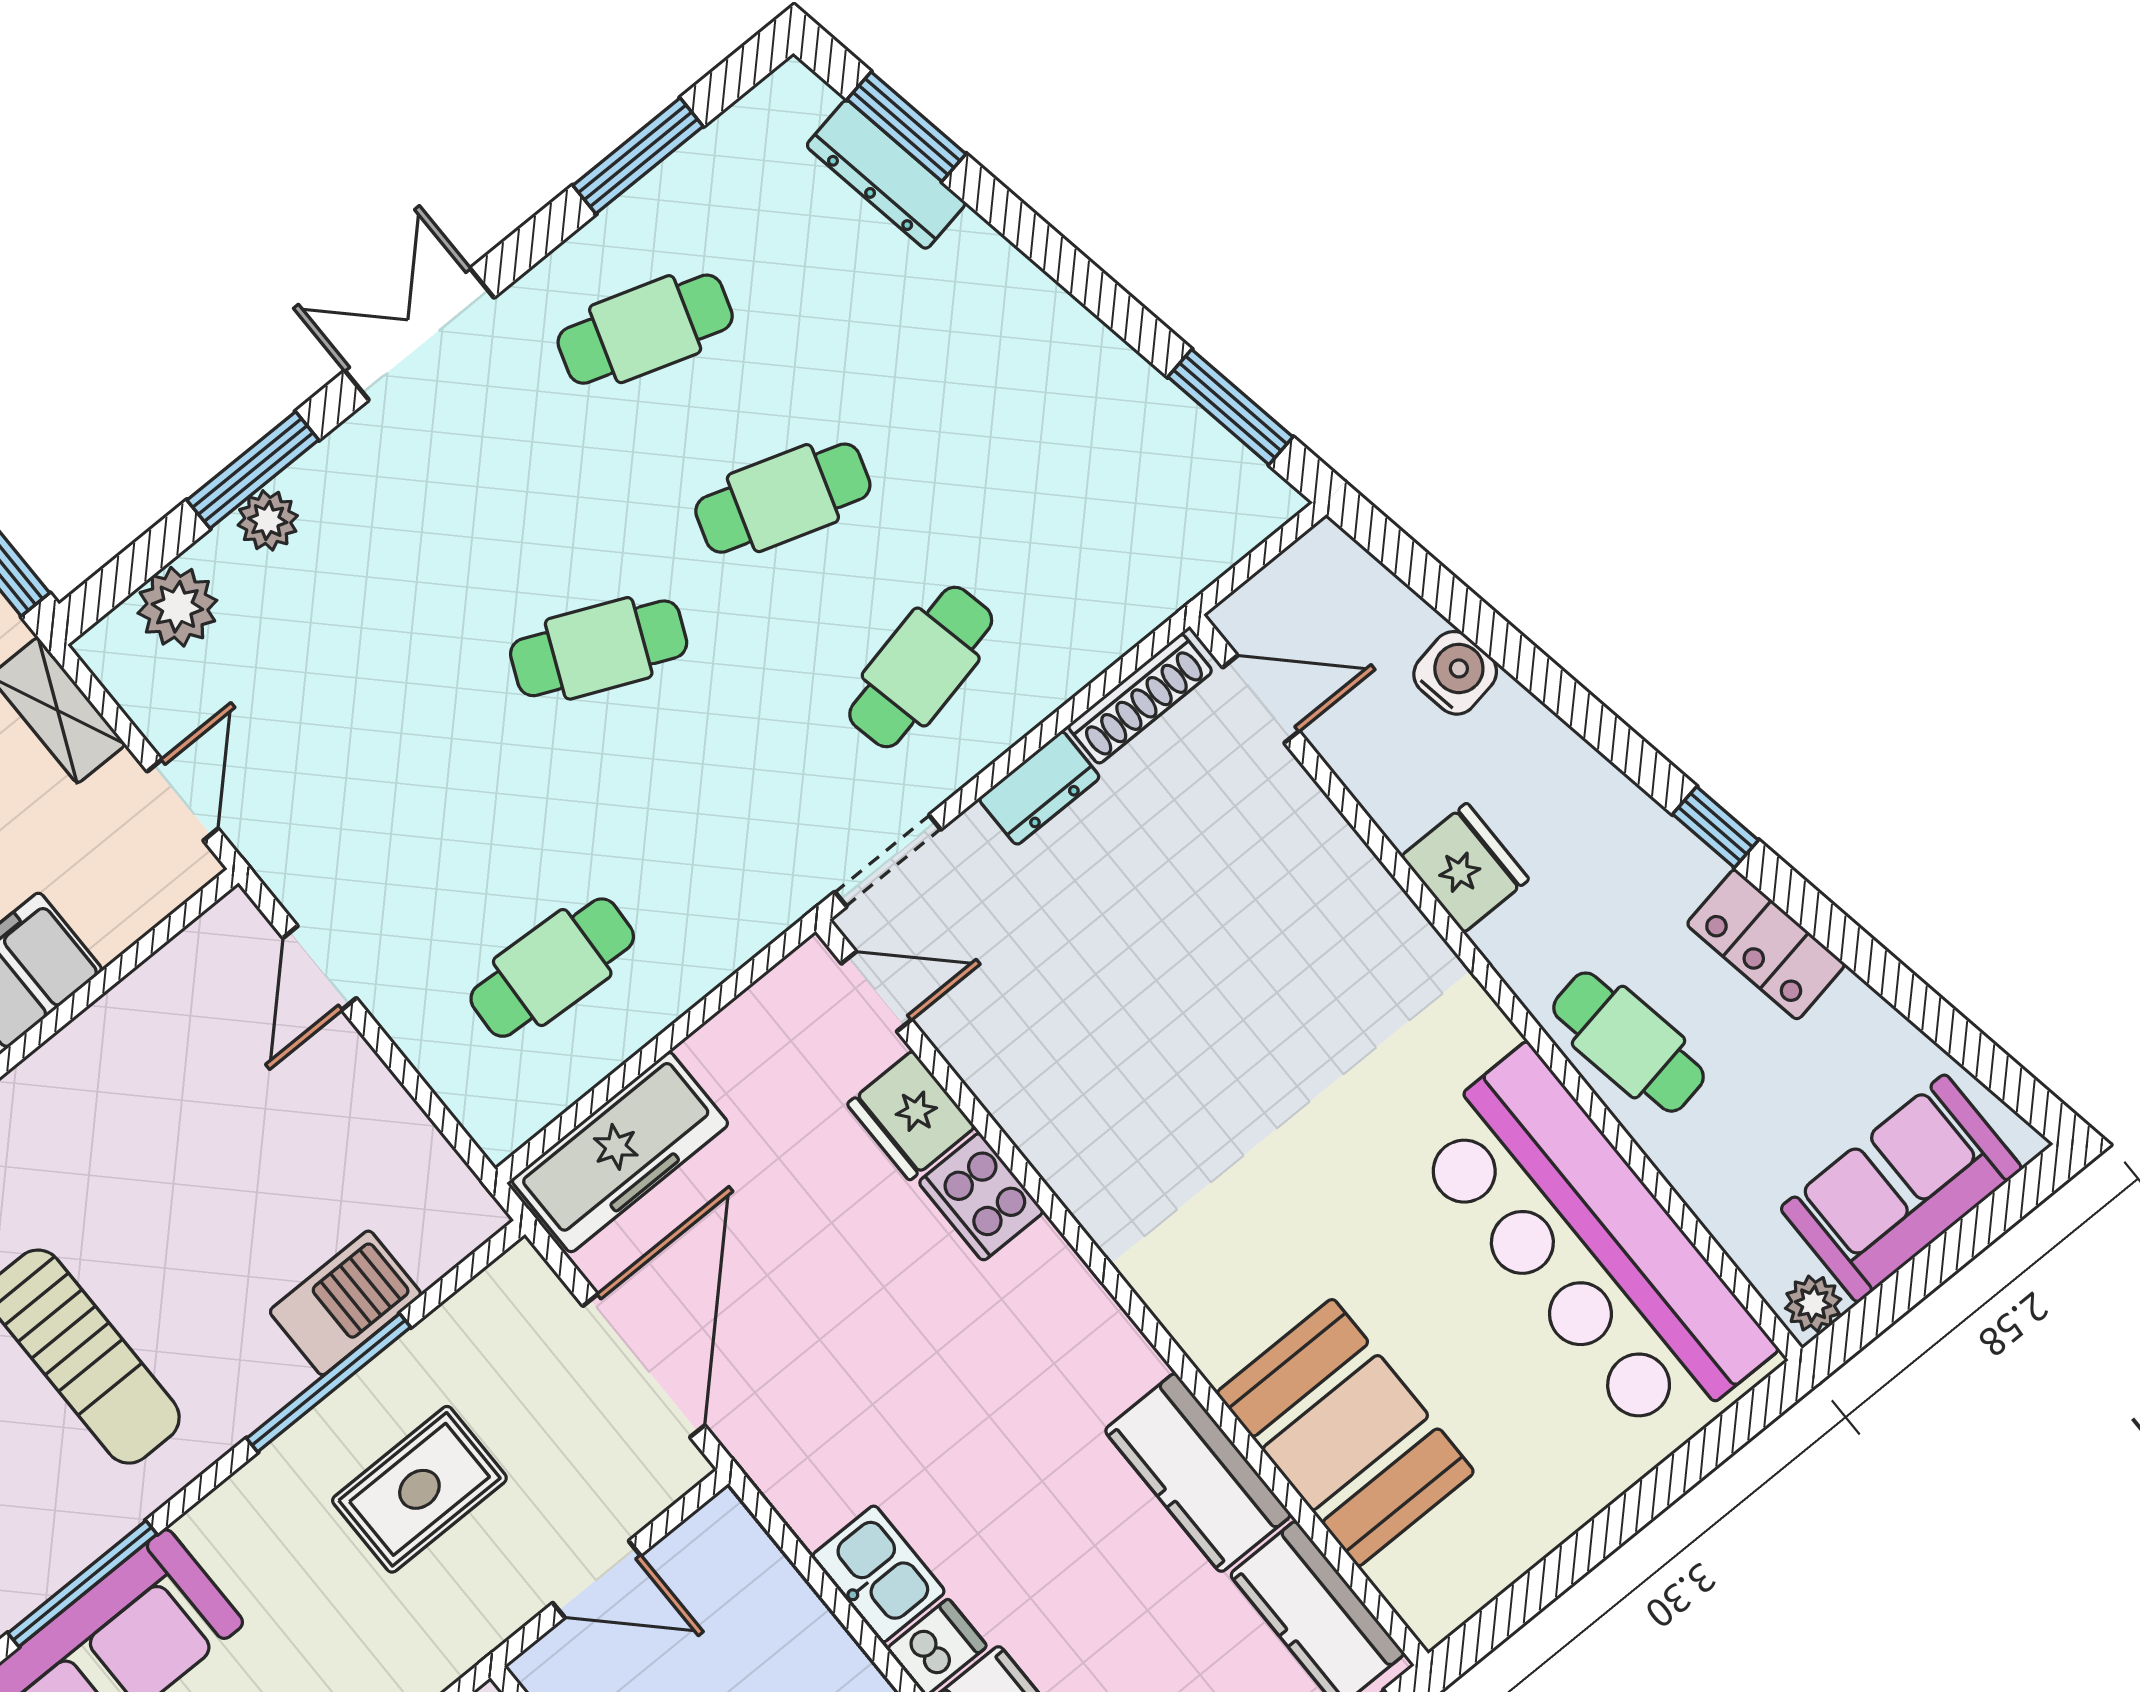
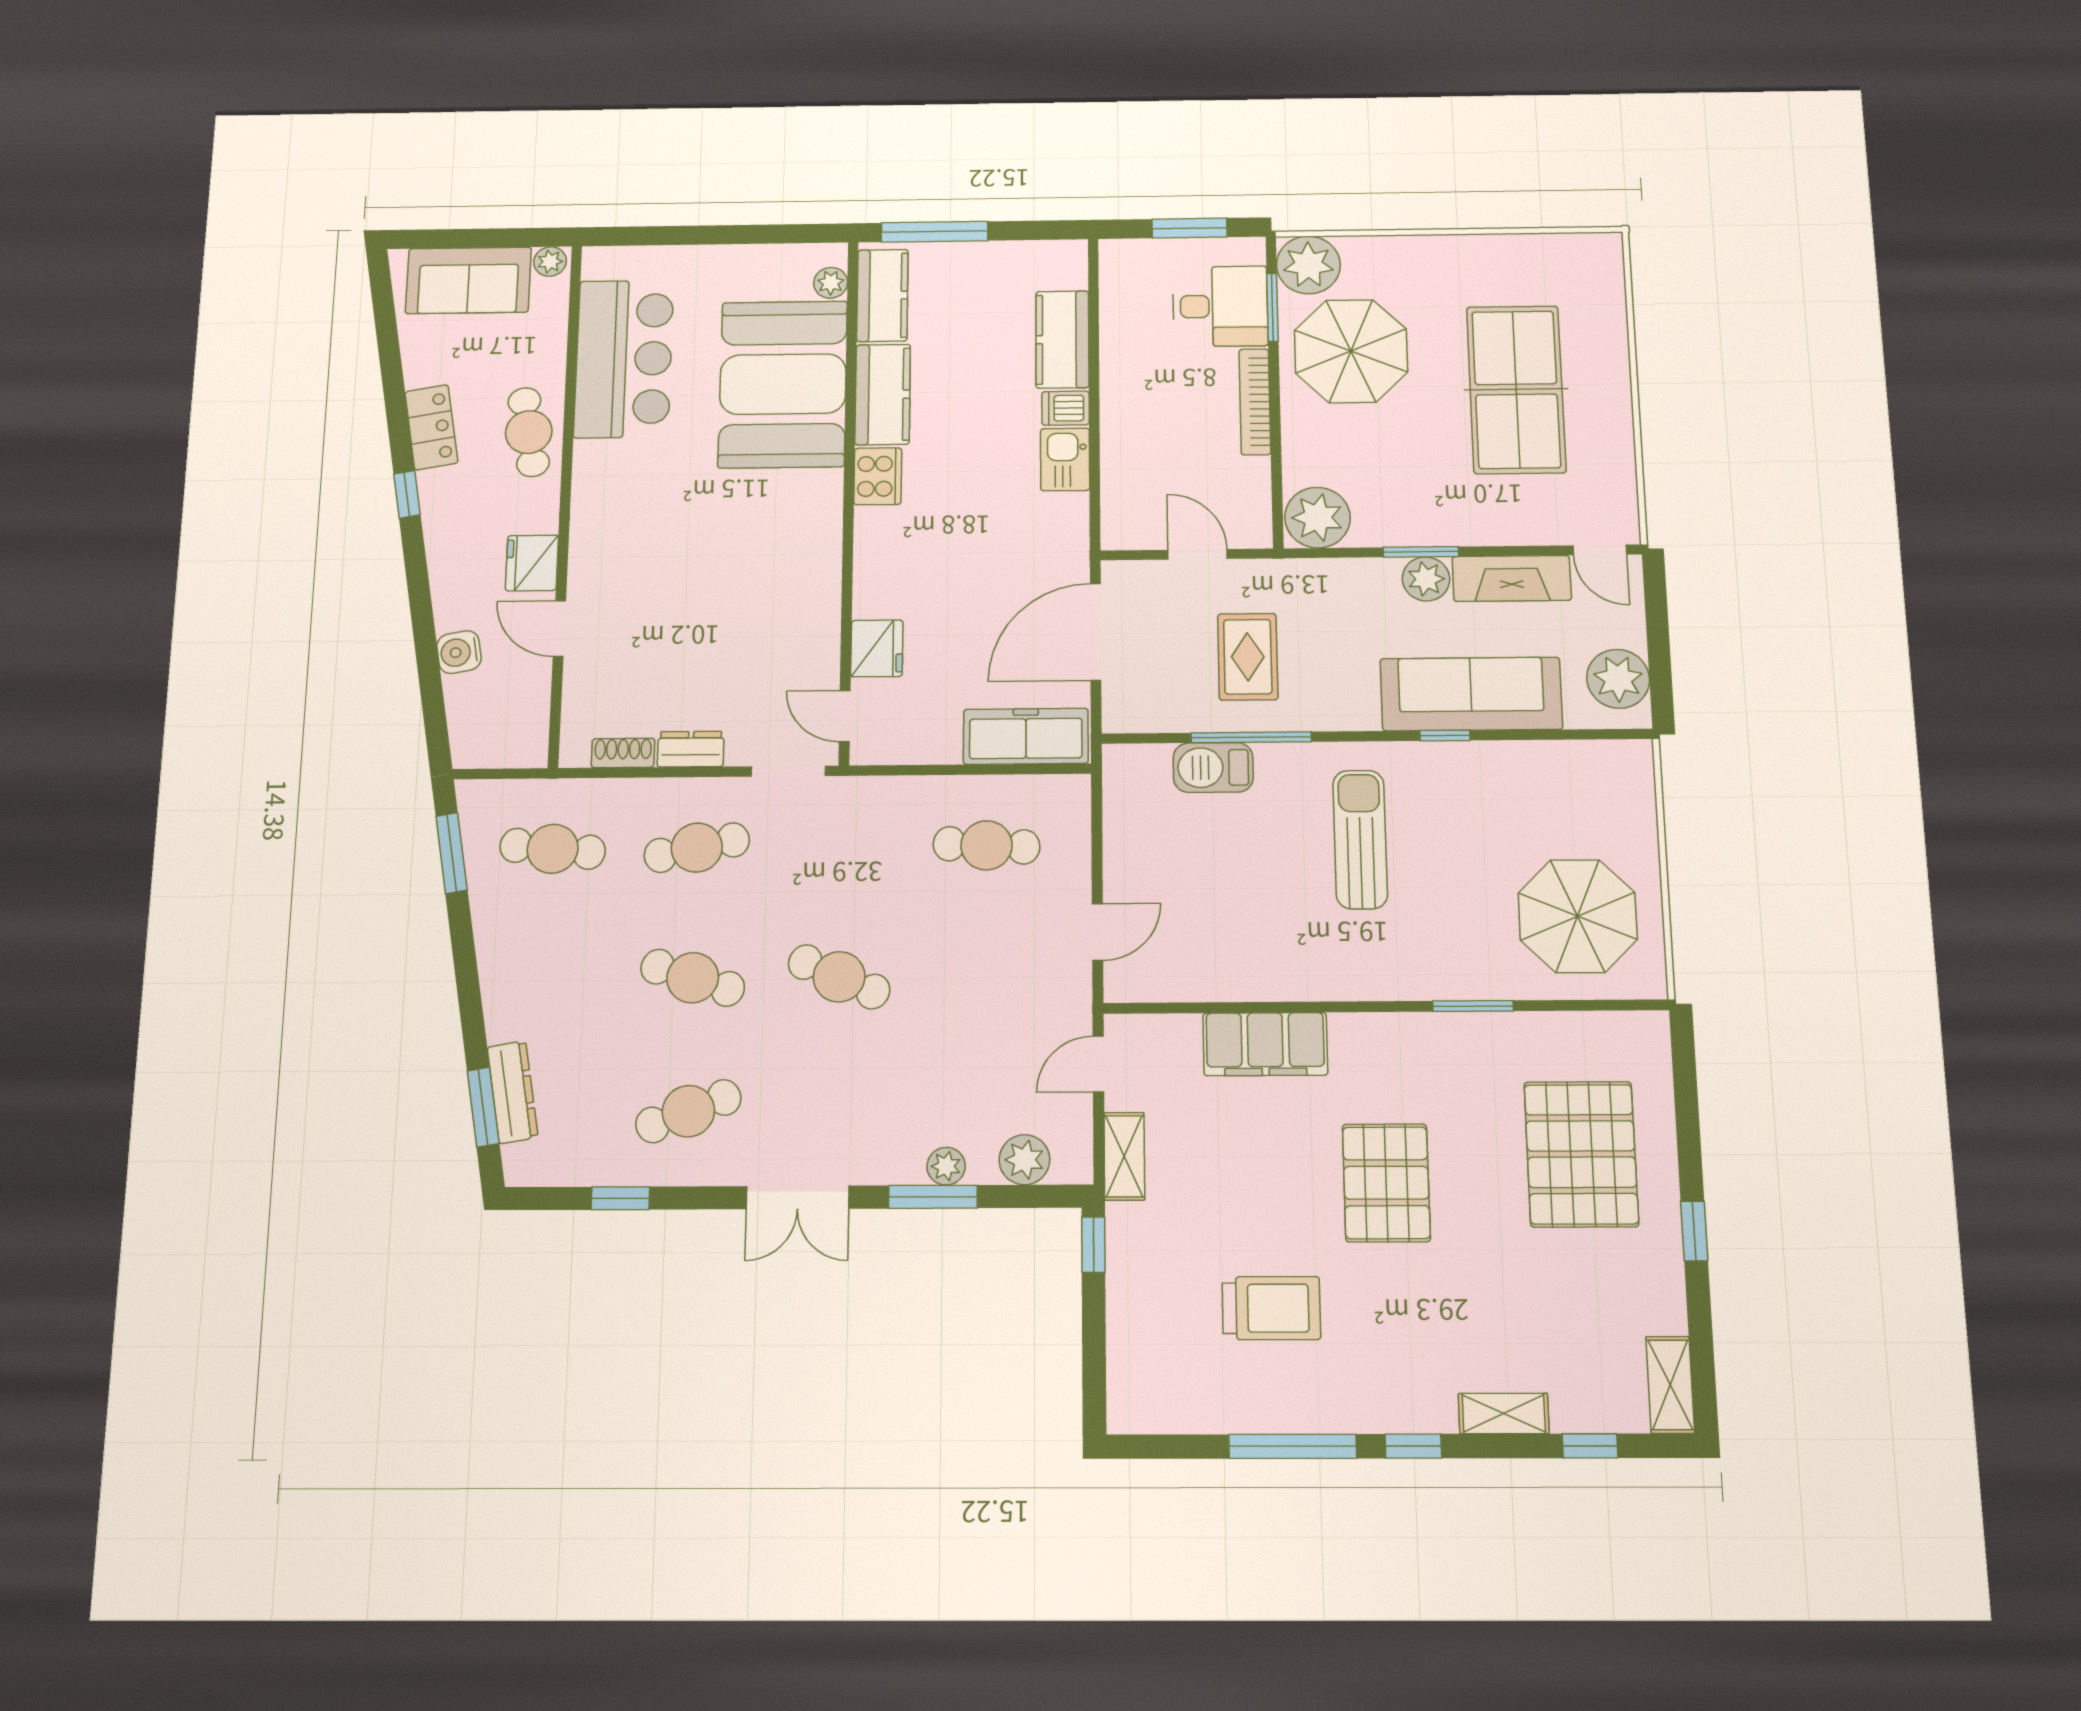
window: (638, 156) -> (620, 1198), width x0.67
cafe table: (645, 329) -> (688, 1111), turned -39
cafe table: (1105, 517) -> (553, 849), added
shoe rack: (1140, 699) -> (623, 753), width x0.70
door: (1261, 699) -> (559, 629), moved
cooker: (981, 1197) -> (878, 476), moved
bar counter: (1591, 1246) -> (624, 359), width x0.73
booth: (1345, 1433) -> (783, 384), width x1.36, depth x1.42
rug: (419, 1489) -> (1248, 657), turned 90
plant: (1403, 1577) -> (831, 283), added
window: (82, 1584) -> (1445, 736), width x0.46

